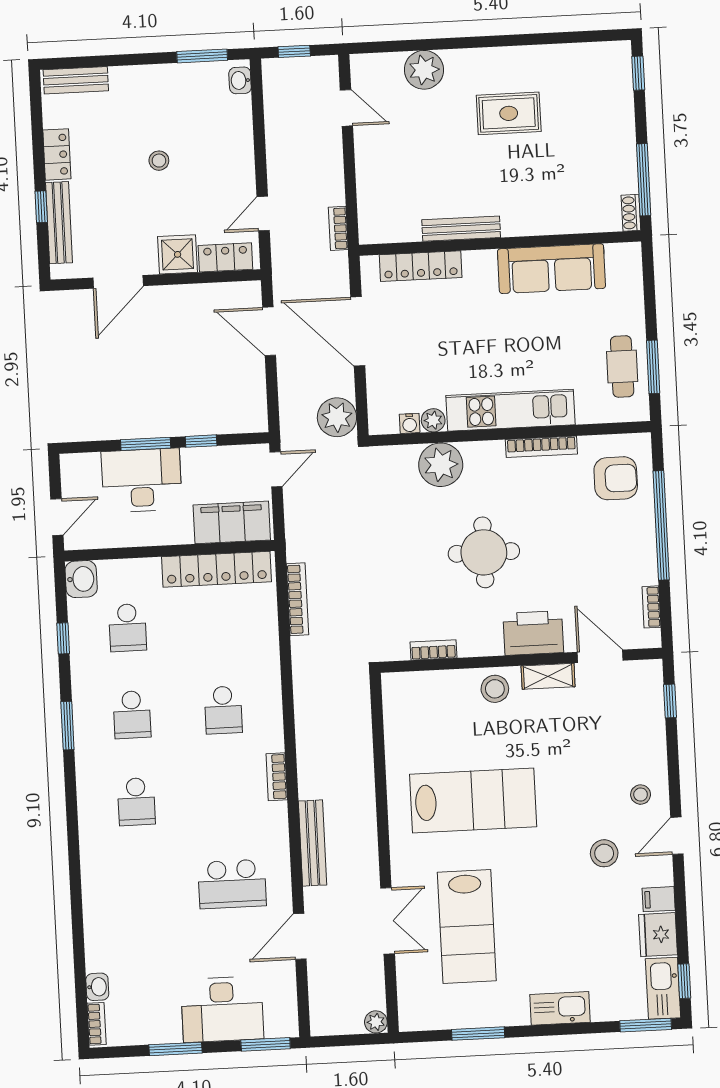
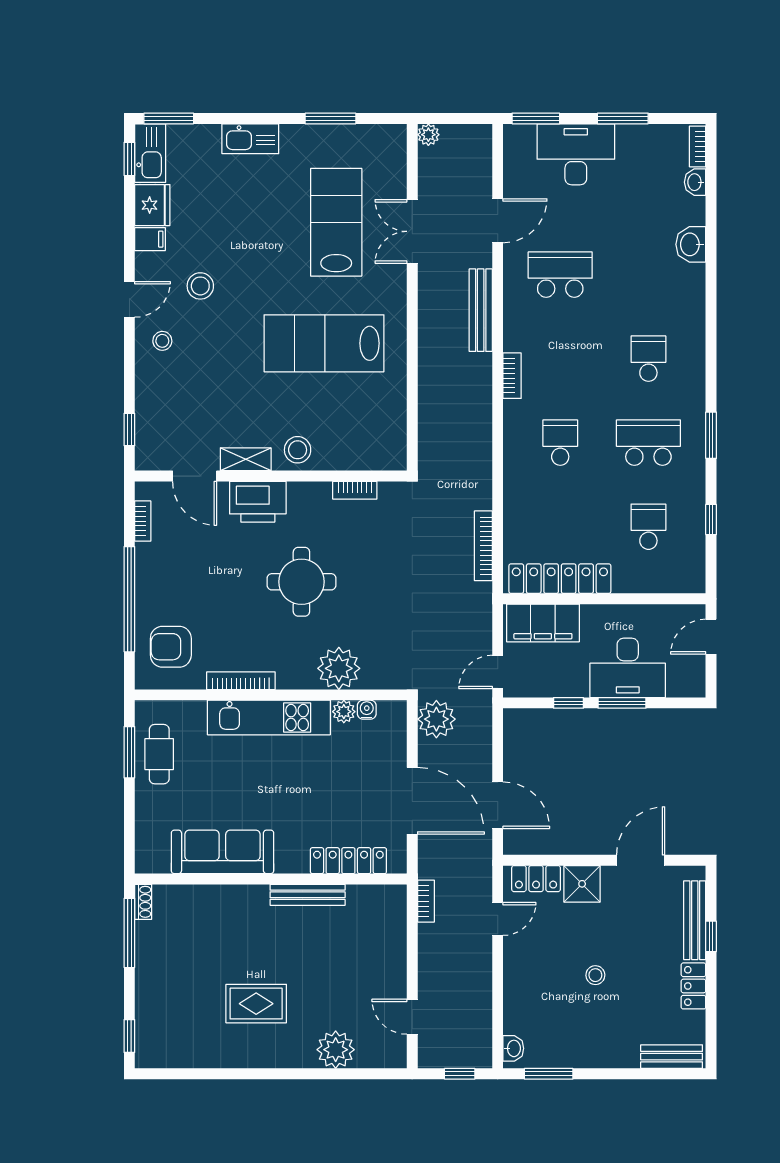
washbasin: (81, 579) -> (691, 244), moved
school desk: (132, 715) -> (648, 443), width x1.85

